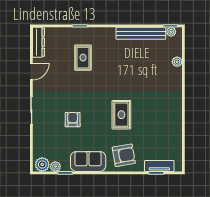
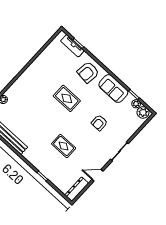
rug: (83, 58) -> (64, 146), moved, turned 90
rug: (121, 115) -> (67, 98), turned 90
armchair: (124, 155) -> (88, 72), turned -73

